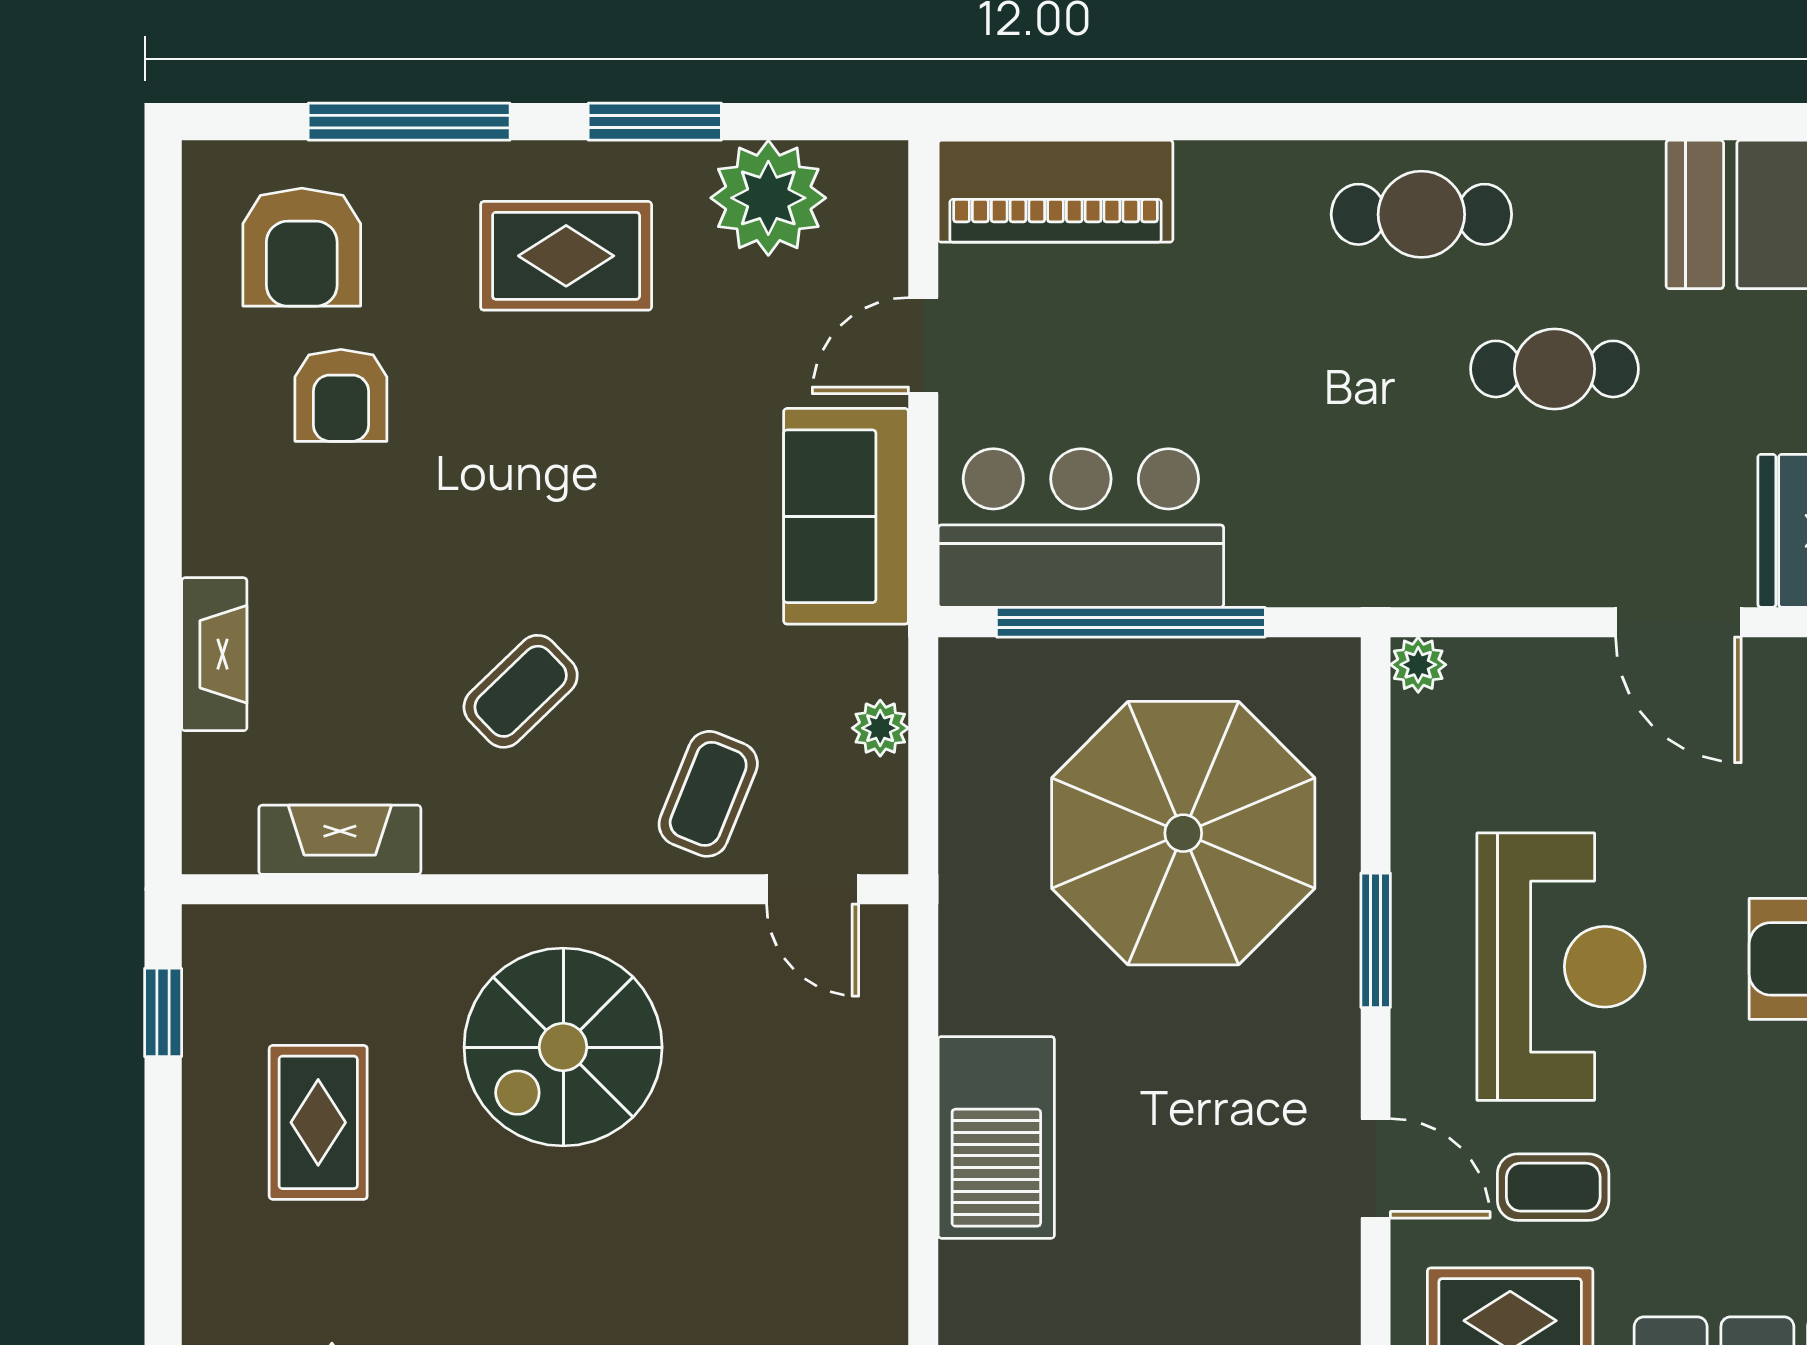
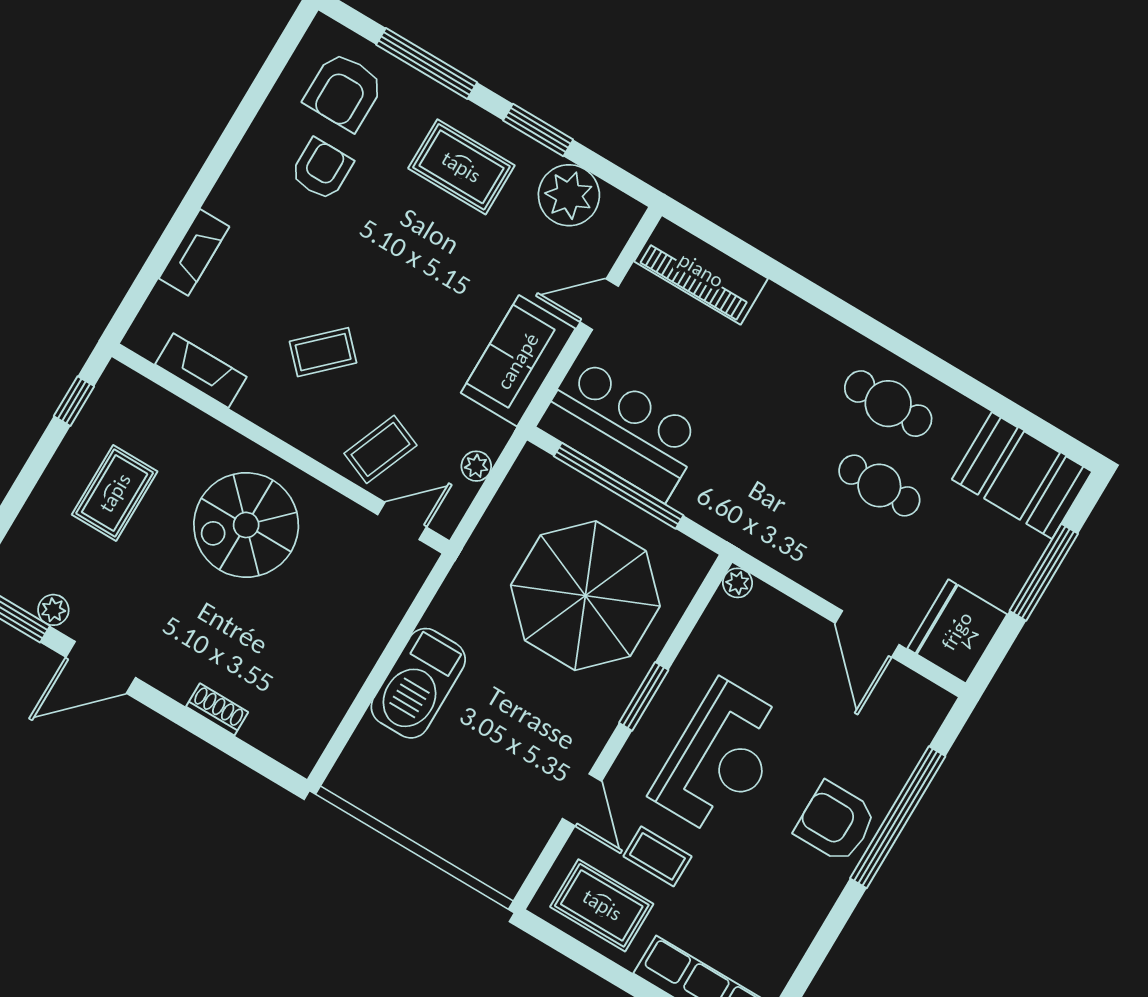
cafe table: (1421, 214) -> (888, 404), moved
armchair: (341, 395) -> (322, 169), turned 180
door: (813, 889) -> (402, 521), swing flipped

